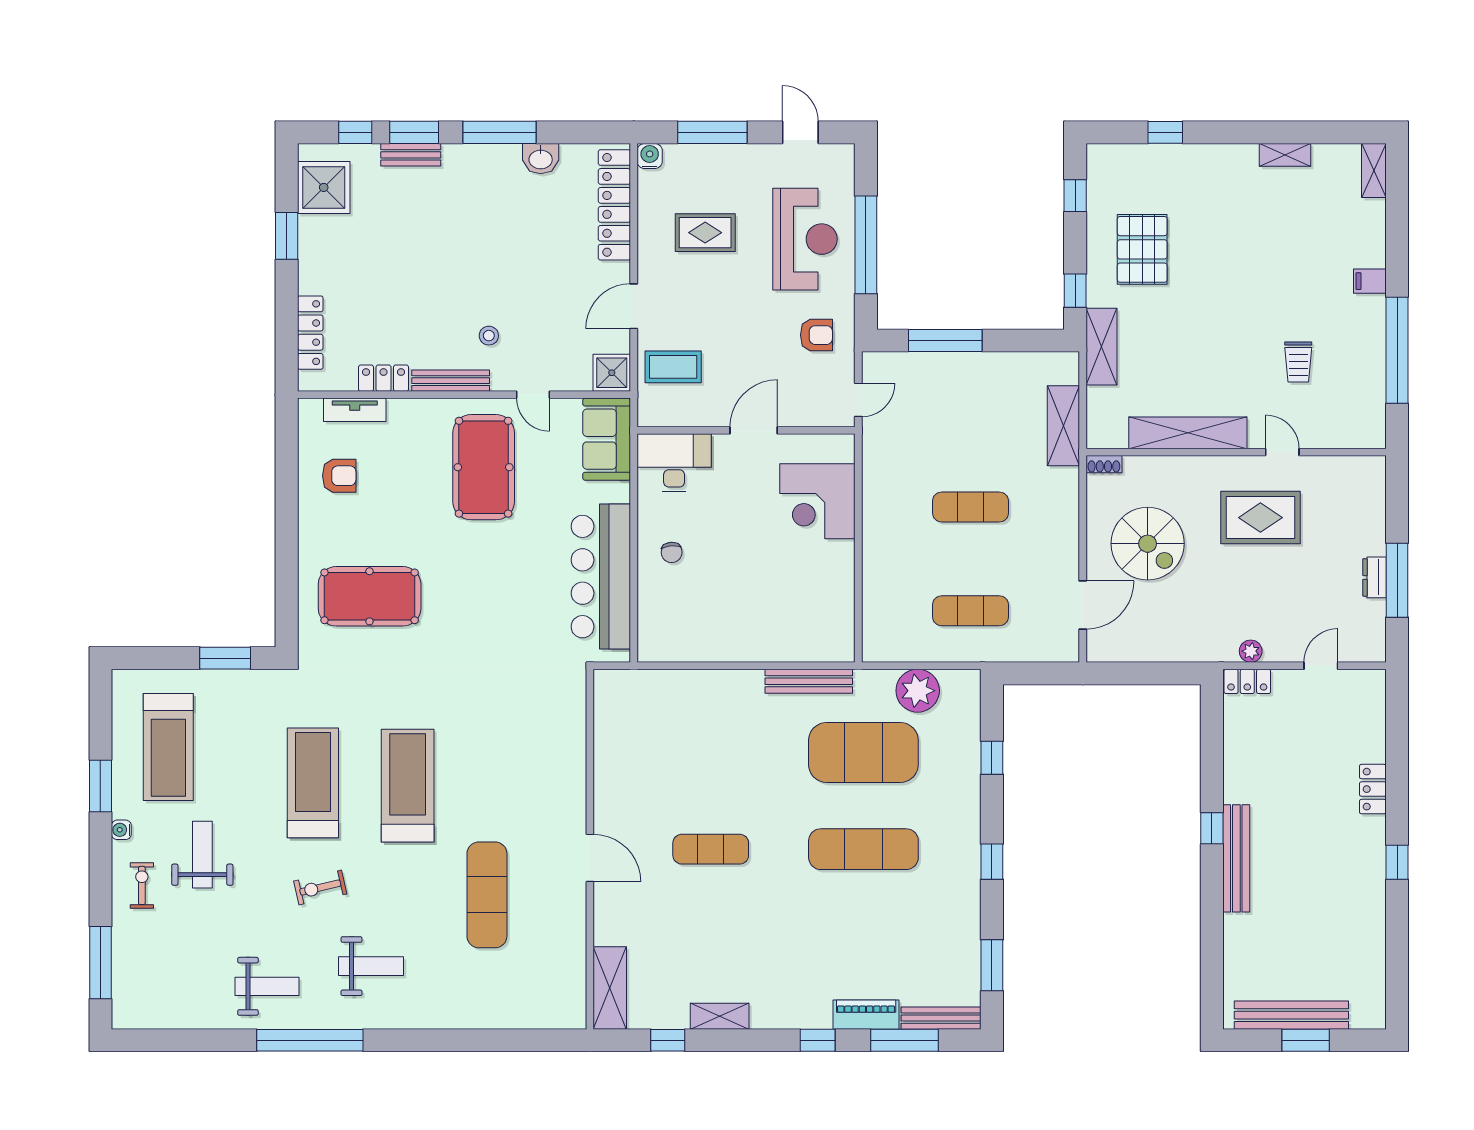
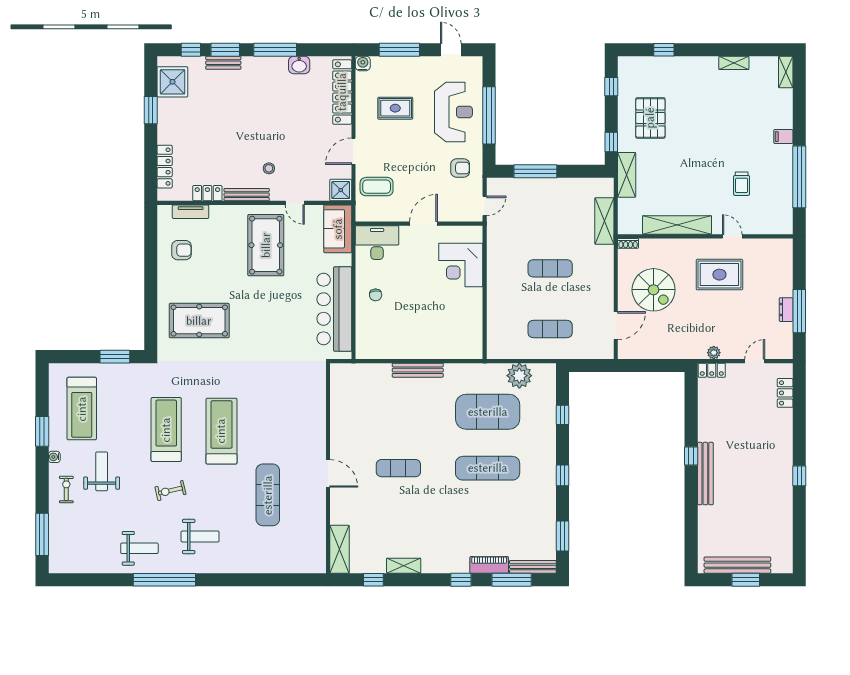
bench: (809, 681) -> (418, 370), moved
locker: (1373, 789) -> (785, 393), moved

